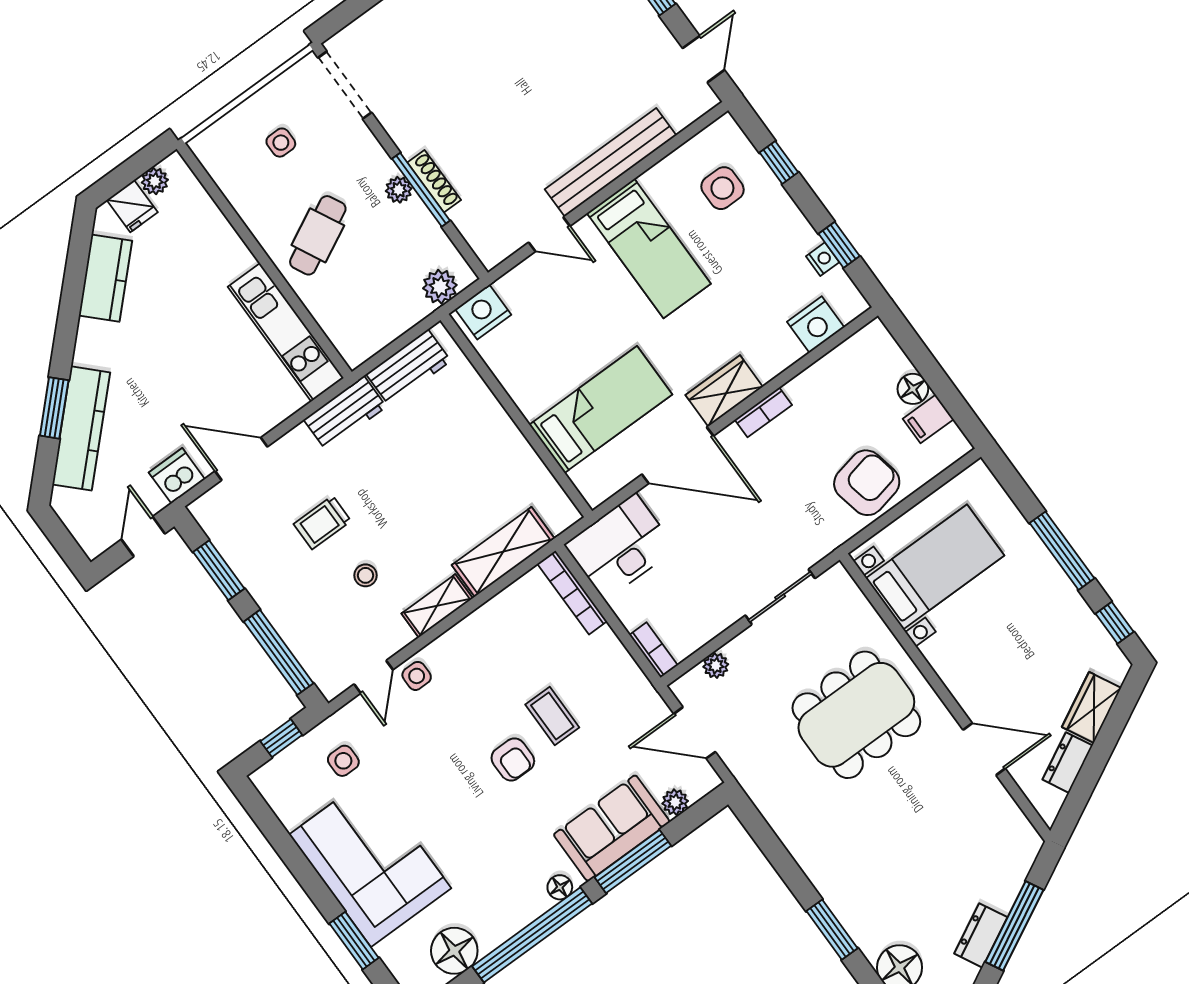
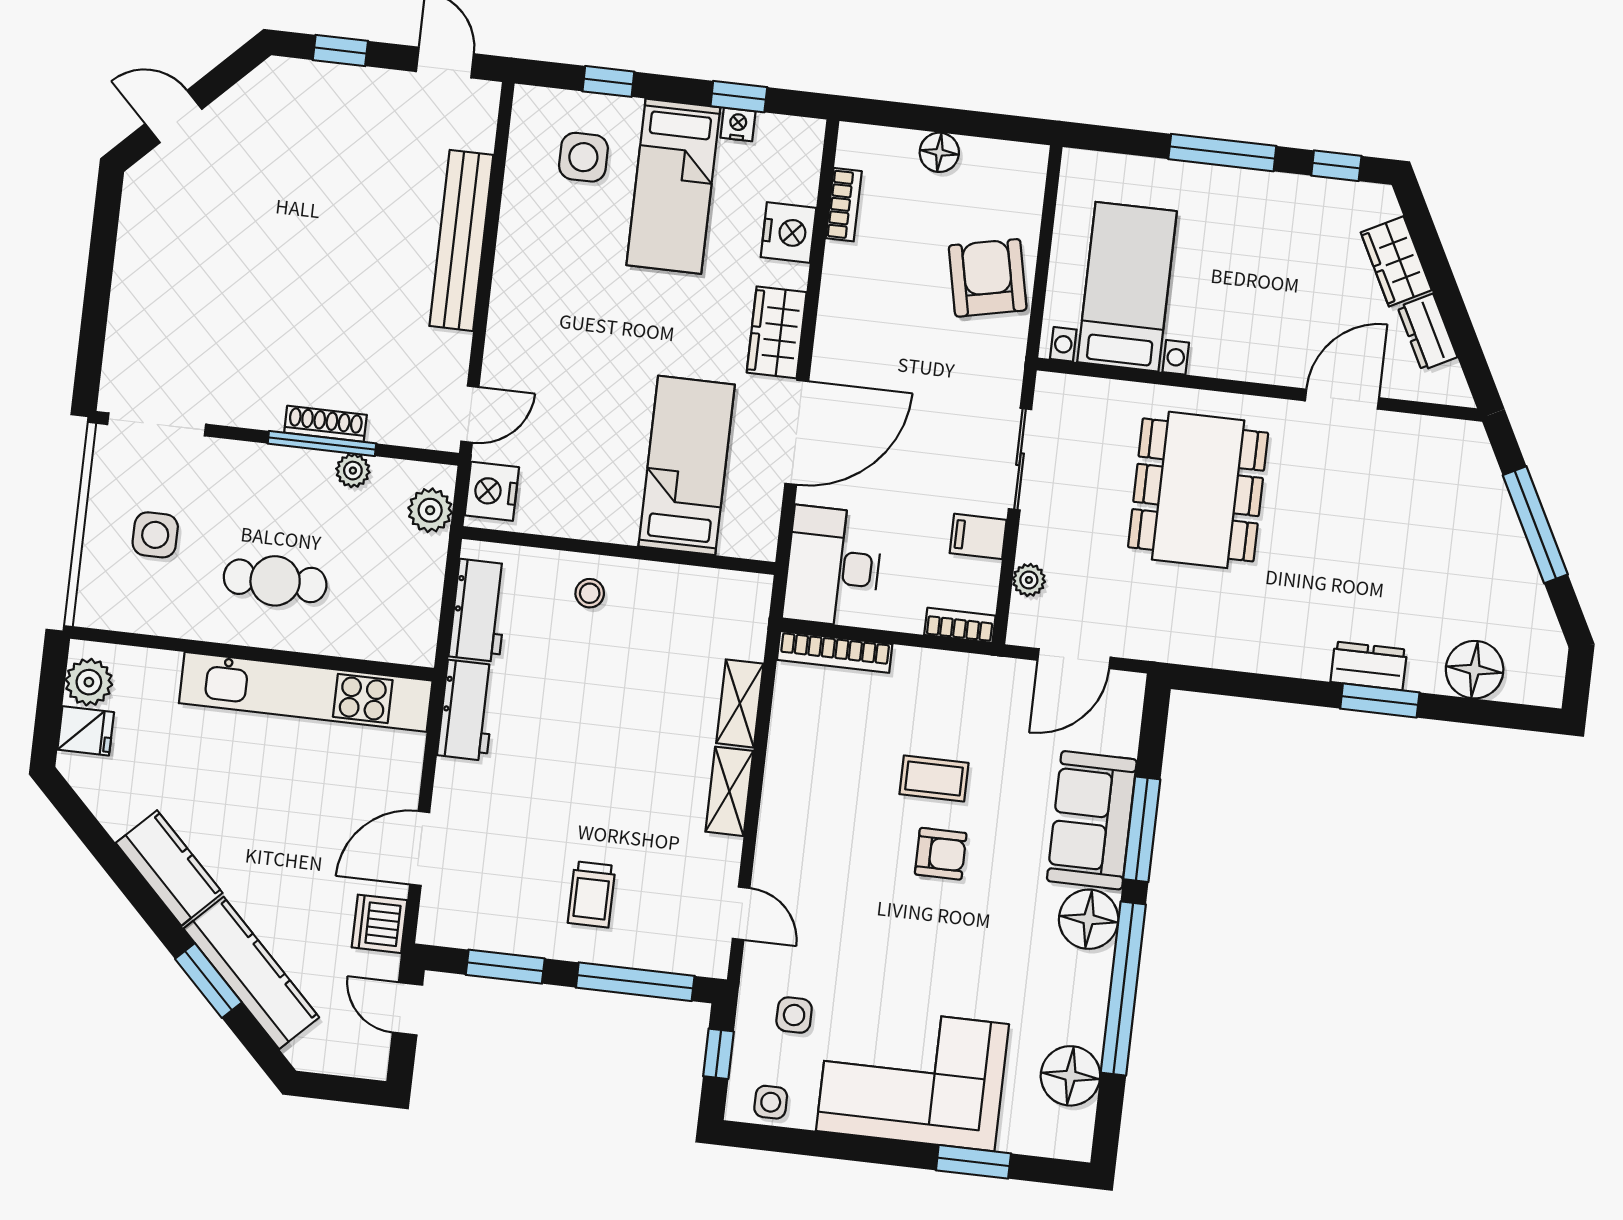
side table: (281, 143) -> (155, 535), width x1.37, depth x1.37
plant: (155, 181) -> (89, 682), width x1.38, depth x1.38
plant: (399, 190) -> (353, 471), moved
door: (549, 234) -> (470, 414), moved
cafe table: (318, 235) -> (275, 581), turned -63
bed: (649, 248) -> (673, 186), moved, turned 90
kitchen counter: (105, 278) -> (169, 868), moved
nightstand: (816, 324) -> (788, 232), moved
kitchen unit: (286, 332) -> (306, 692), width x1.36
bookcase: (763, 412) -> (844, 205), moved
filing cabinet: (928, 419) -> (978, 536), moved, turned 90
trolley: (322, 522) -> (592, 894), moved
shelving: (503, 552) -> (740, 703), width x0.67, depth x0.75
stool: (365, 575) -> (590, 593), moved
side table: (417, 676) -> (771, 1102), moved
plant: (675, 802) -> (1123, 738), removed
floor lamp: (560, 887) -> (1089, 919), width x1.89, depth x1.89
dresser: (981, 935) -> (1369, 666), moved, turned 118

